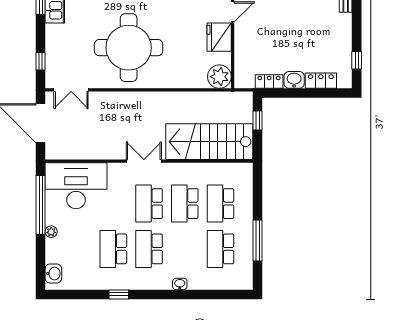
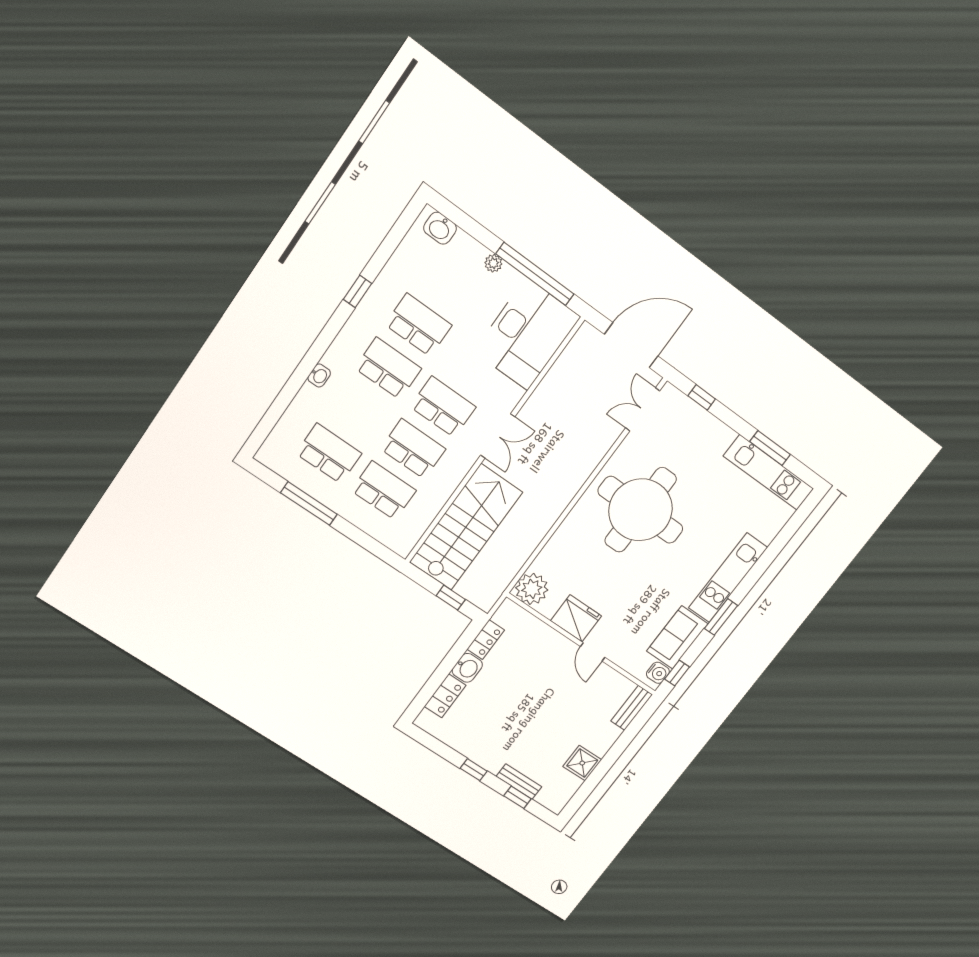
window: (357, 60) -> (474, 770), moved

